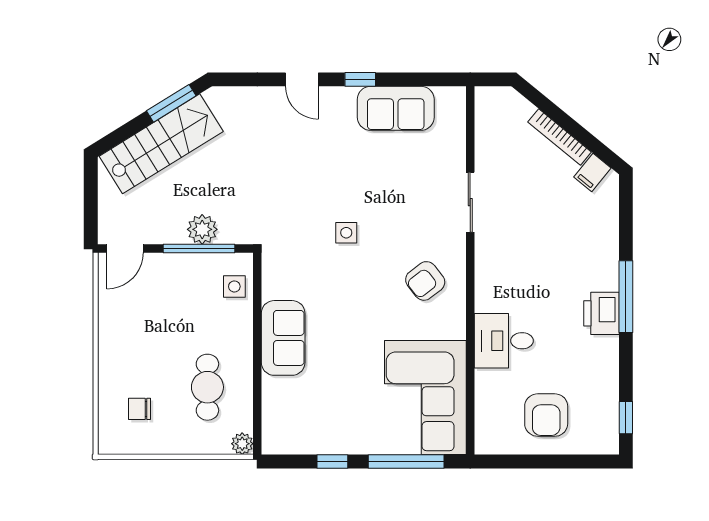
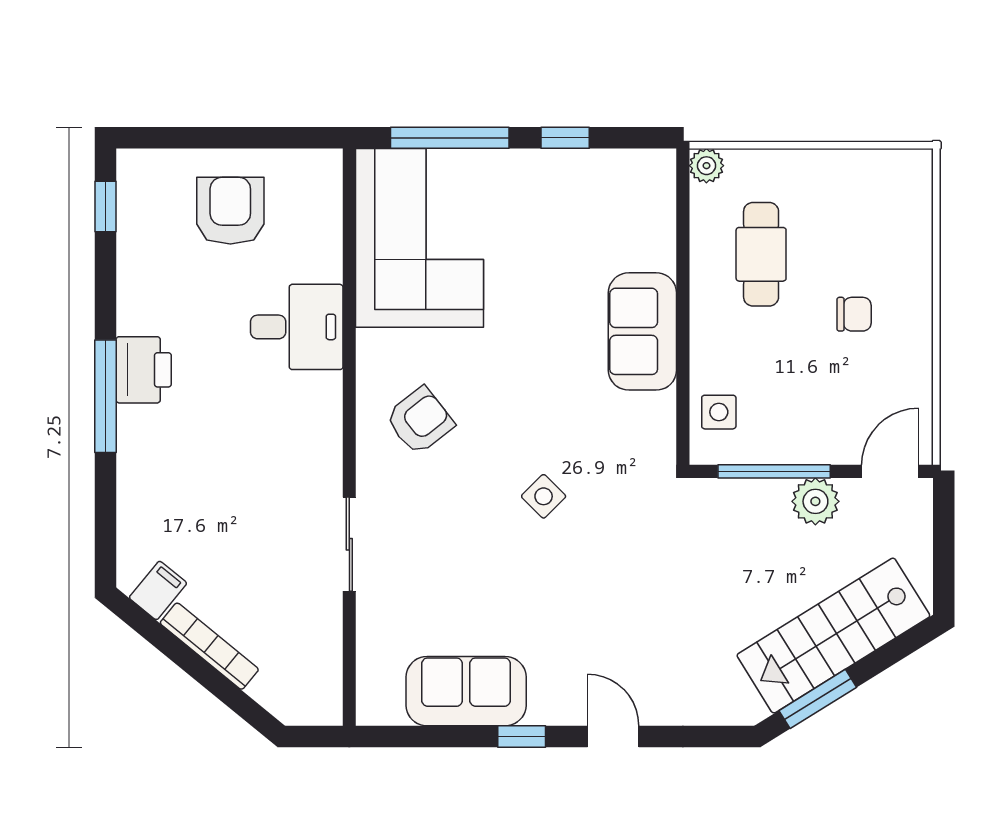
plant: (202, 229) -> (815, 501), moved
side table: (346, 233) -> (544, 496), turned 45
chair: (140, 409) -> (854, 314), moved

